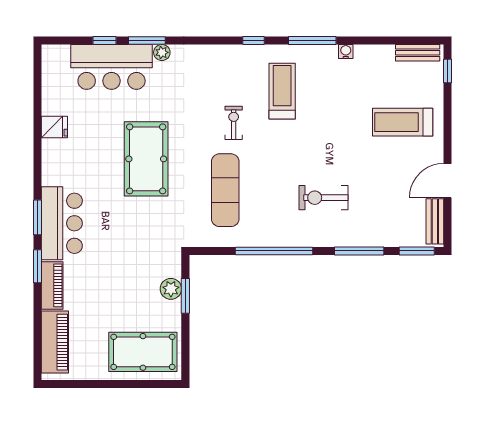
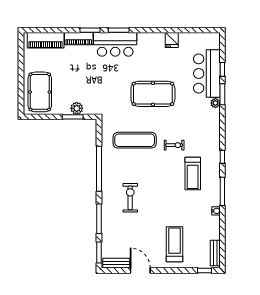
treadmill: (282, 91) -> (193, 174), turned 90

